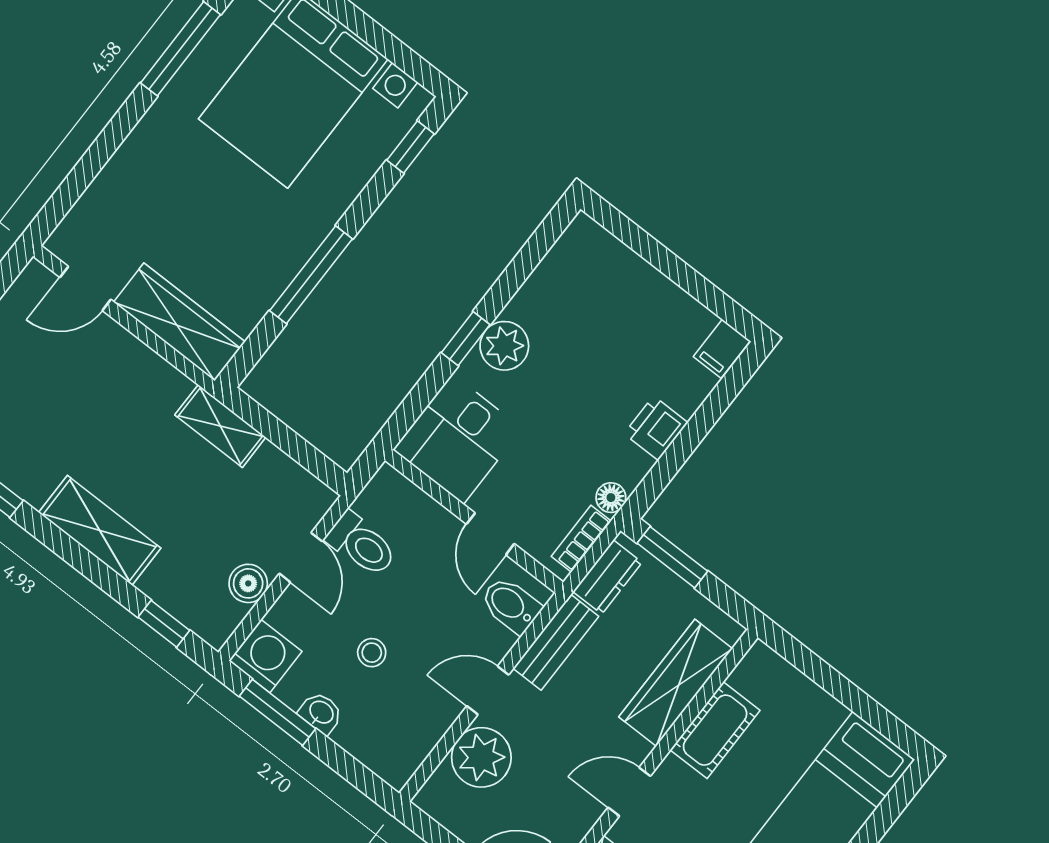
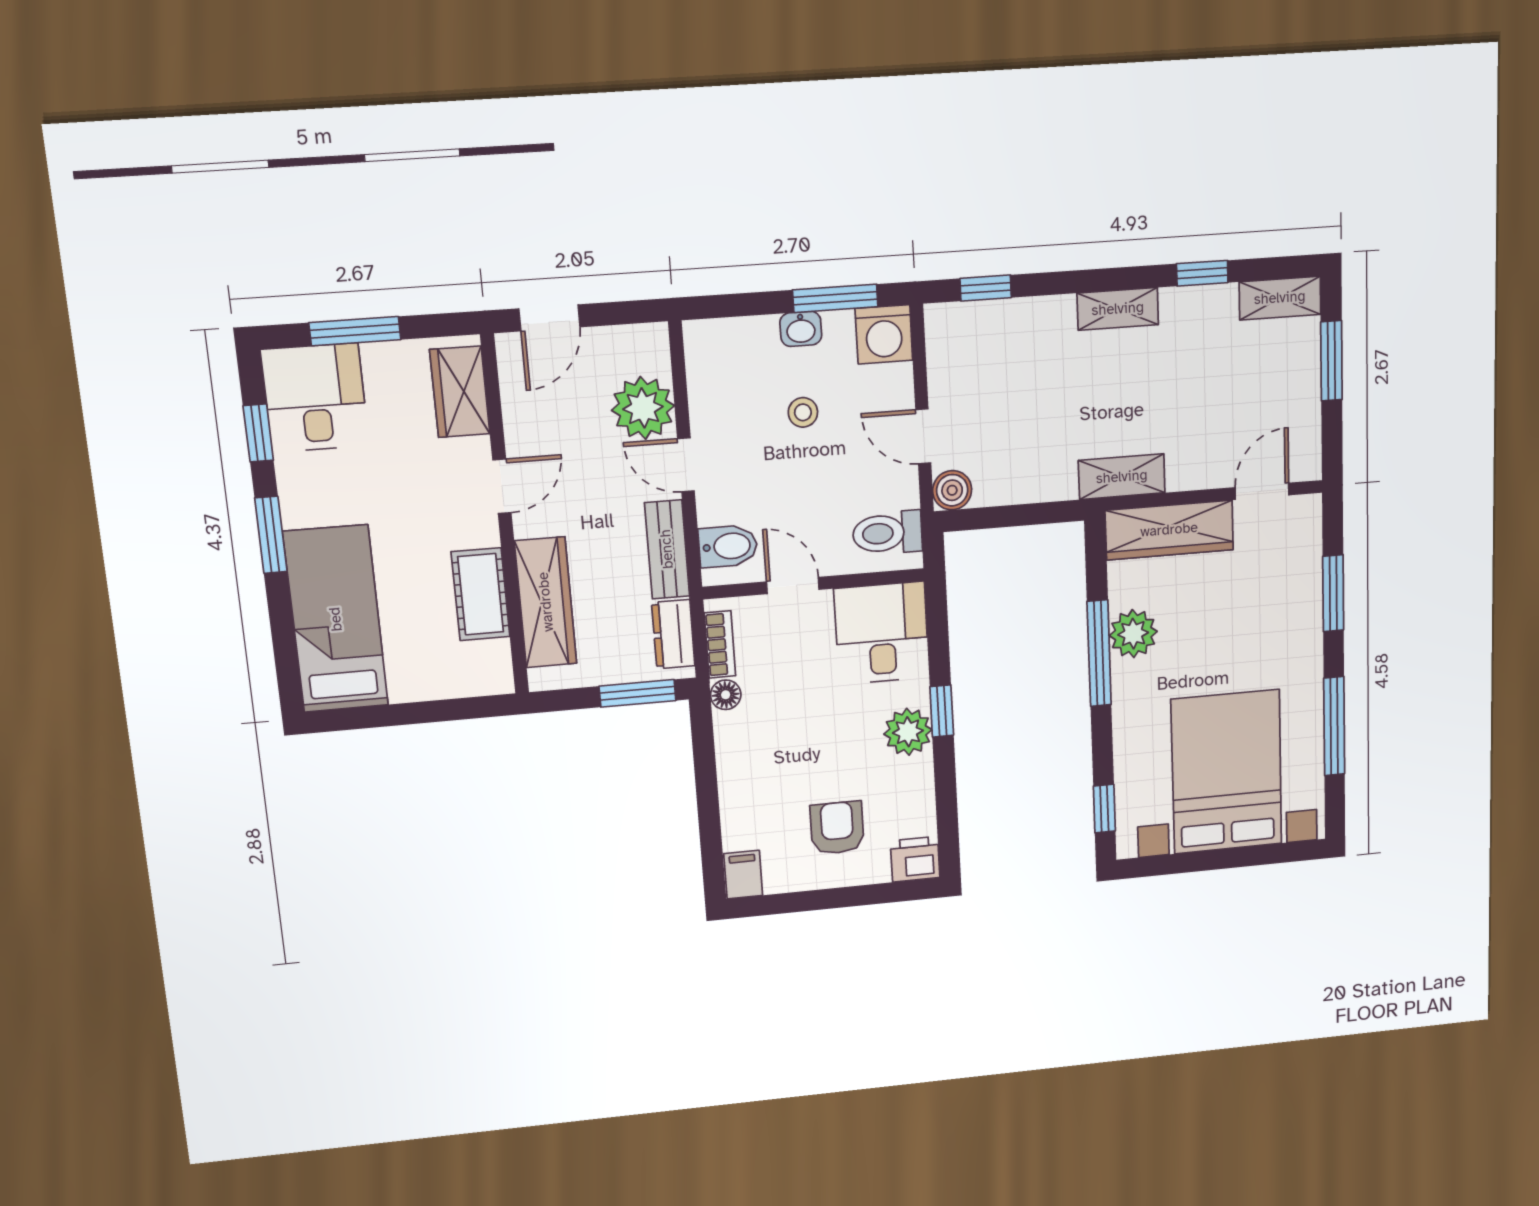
window: (95, 158) -> (1333, 593), added
plant: (273, 266) -> (1133, 634), added
armchair: (621, 320) -> (837, 828), added
shelving: (220, 426) -> (1122, 477), moved
printer: (656, 428) -> (915, 859), moved, turned -90
shelving: (100, 530) -> (1118, 309), width x0.67, depth x0.75
toilet: (362, 544) -> (887, 533), moved
boiler: (248, 583) -> (952, 490), moved
door: (488, 690) -> (686, 465), swing flipped

